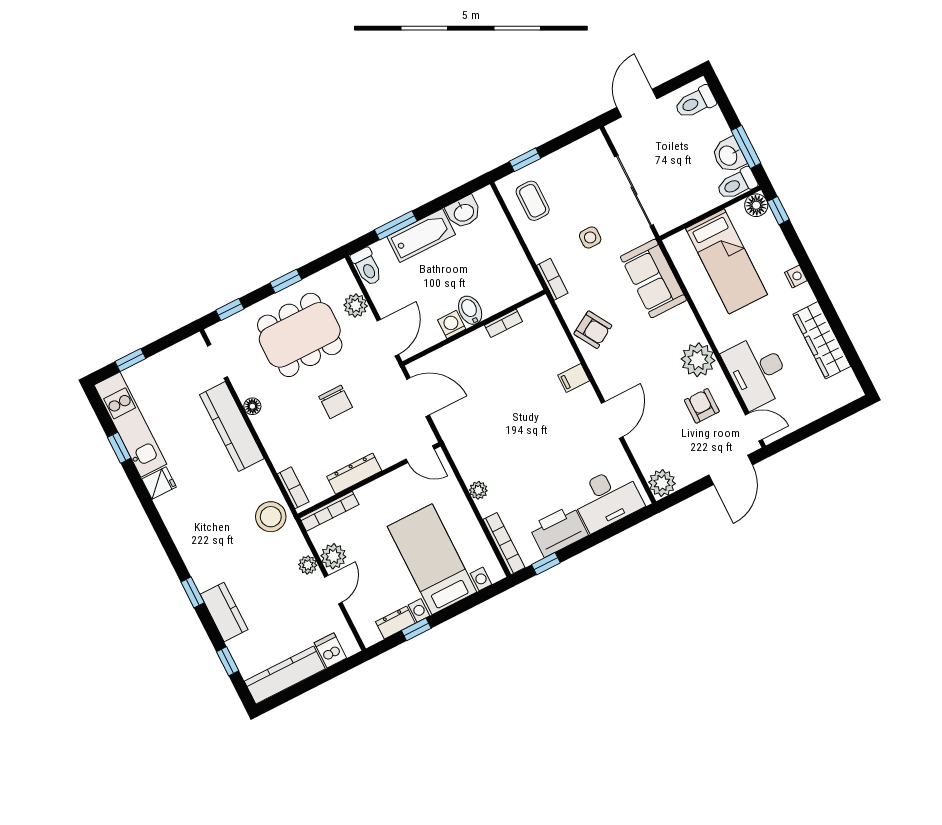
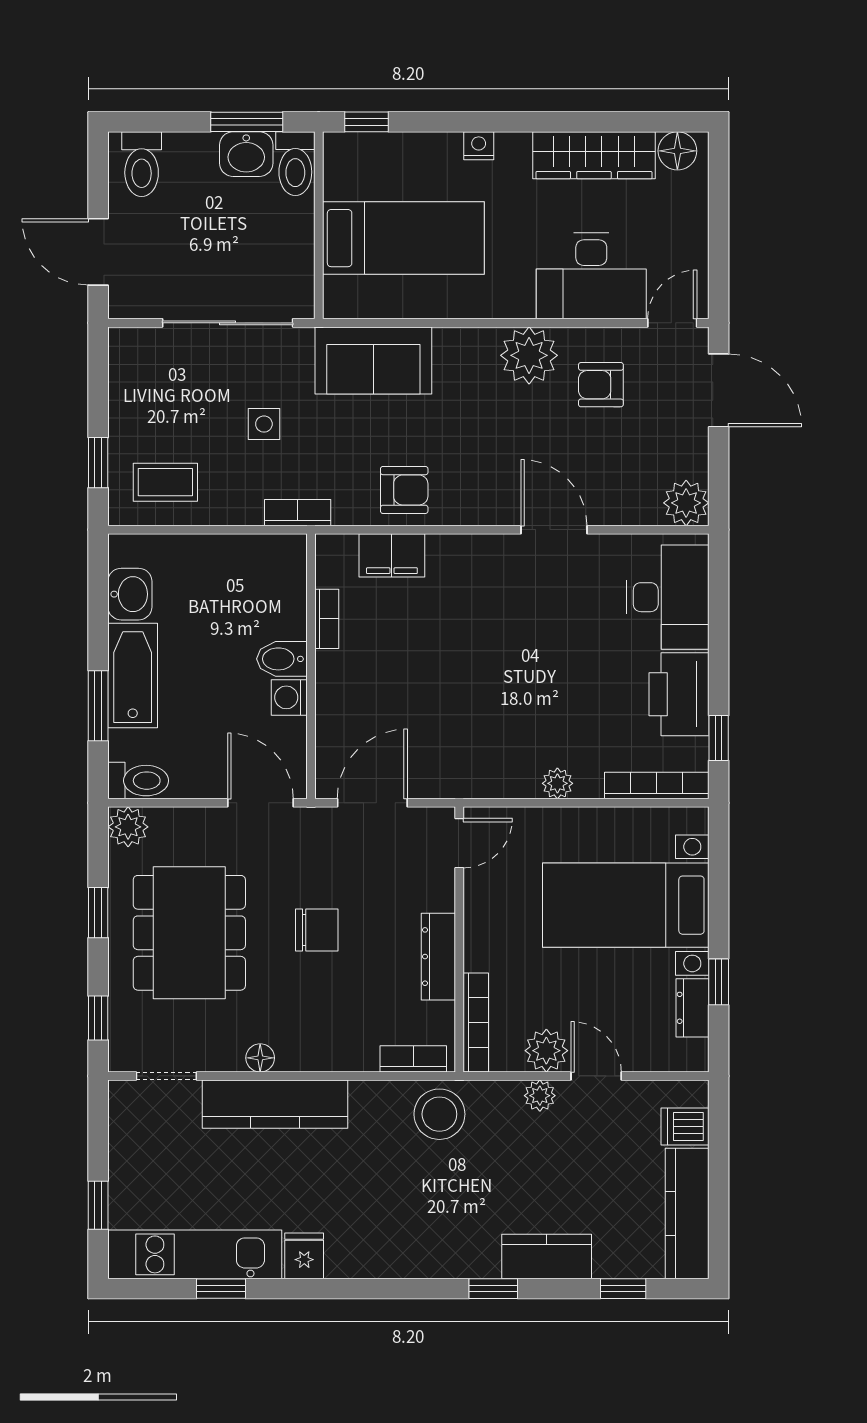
floor lamp: (756, 205) -> (677, 151), moved
plant: (356, 305) -> (128, 827), moved
armchair: (593, 330) -> (404, 490), turned 31
filing cabinet: (574, 378) -> (392, 555), moved, width x2.00

